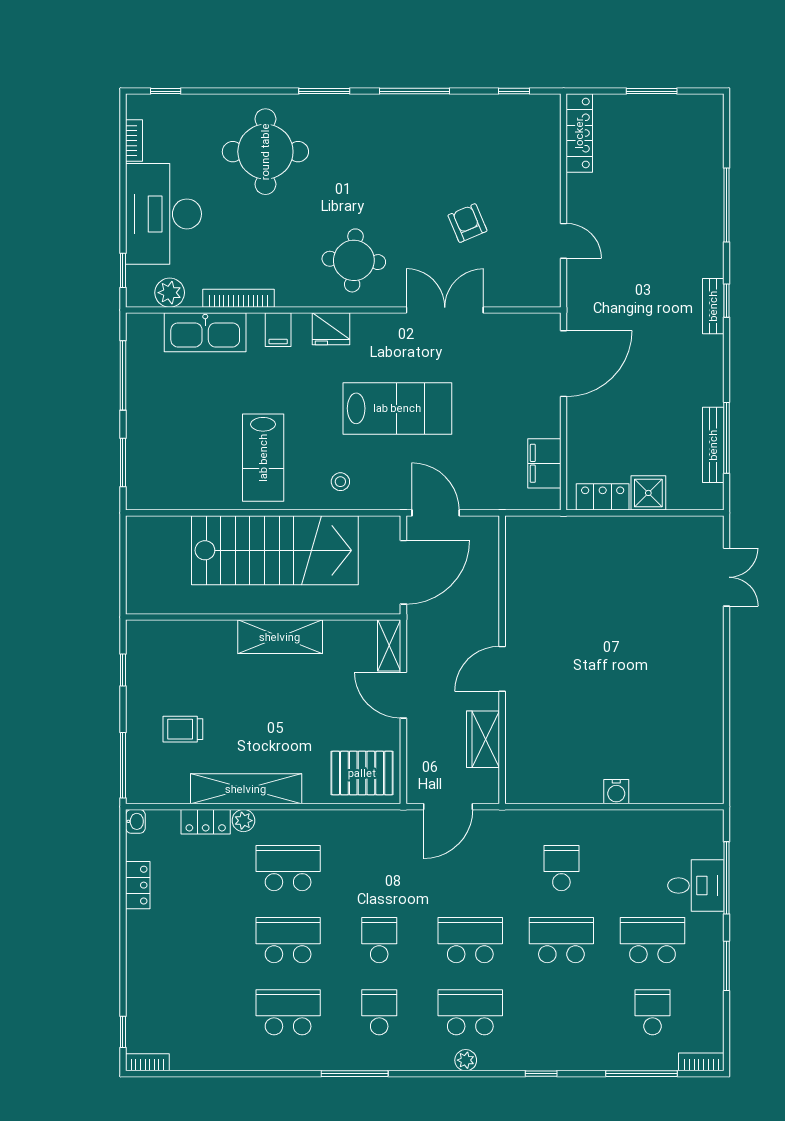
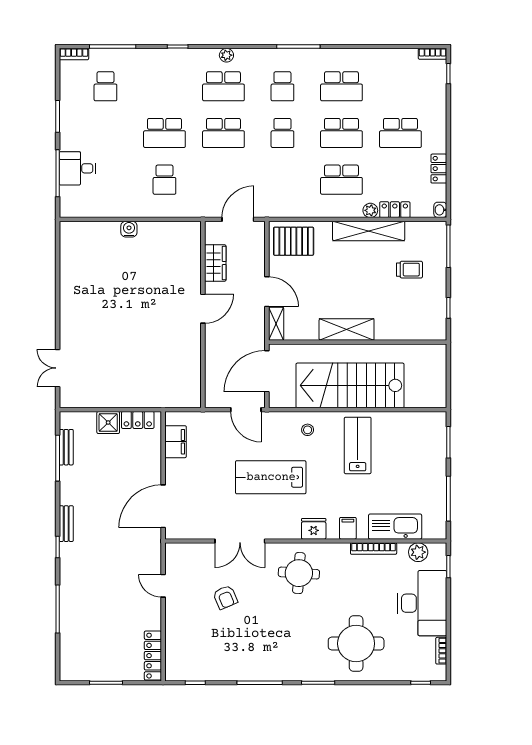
bench: (713, 306) -> (66, 524), moved
bench: (713, 445) -> (66, 447), width x0.73
school desk: (653, 940) -> (400, 133), moved

